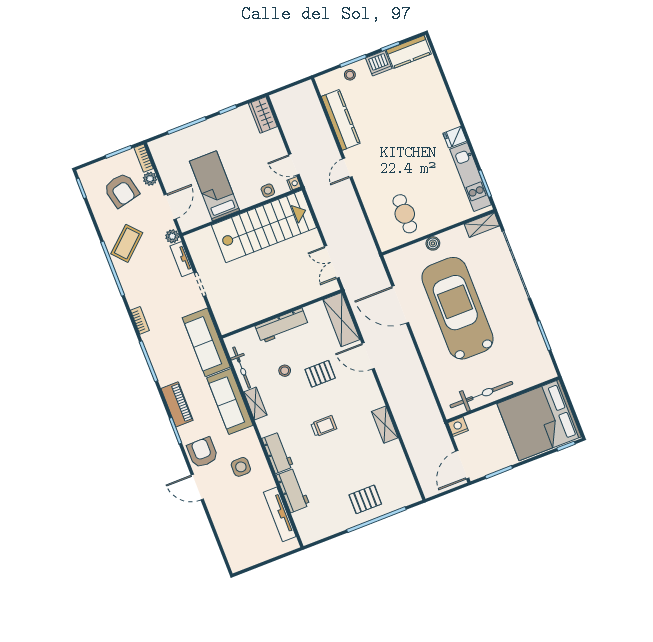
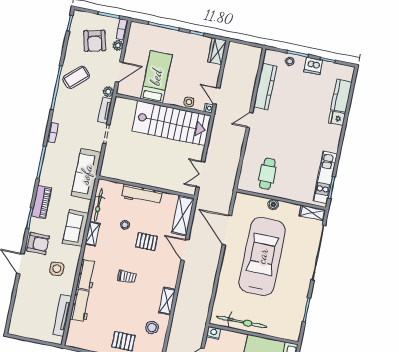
kitchen counter: (409, 52) -> (341, 96), moved, turned 90
fridge: (455, 137) -> (337, 118), moved
sofa: (230, 402) -> (76, 228), width x0.73
armchair: (202, 453) -> (38, 243), turned 90
stool: (387, 464) -> (152, 327), added

